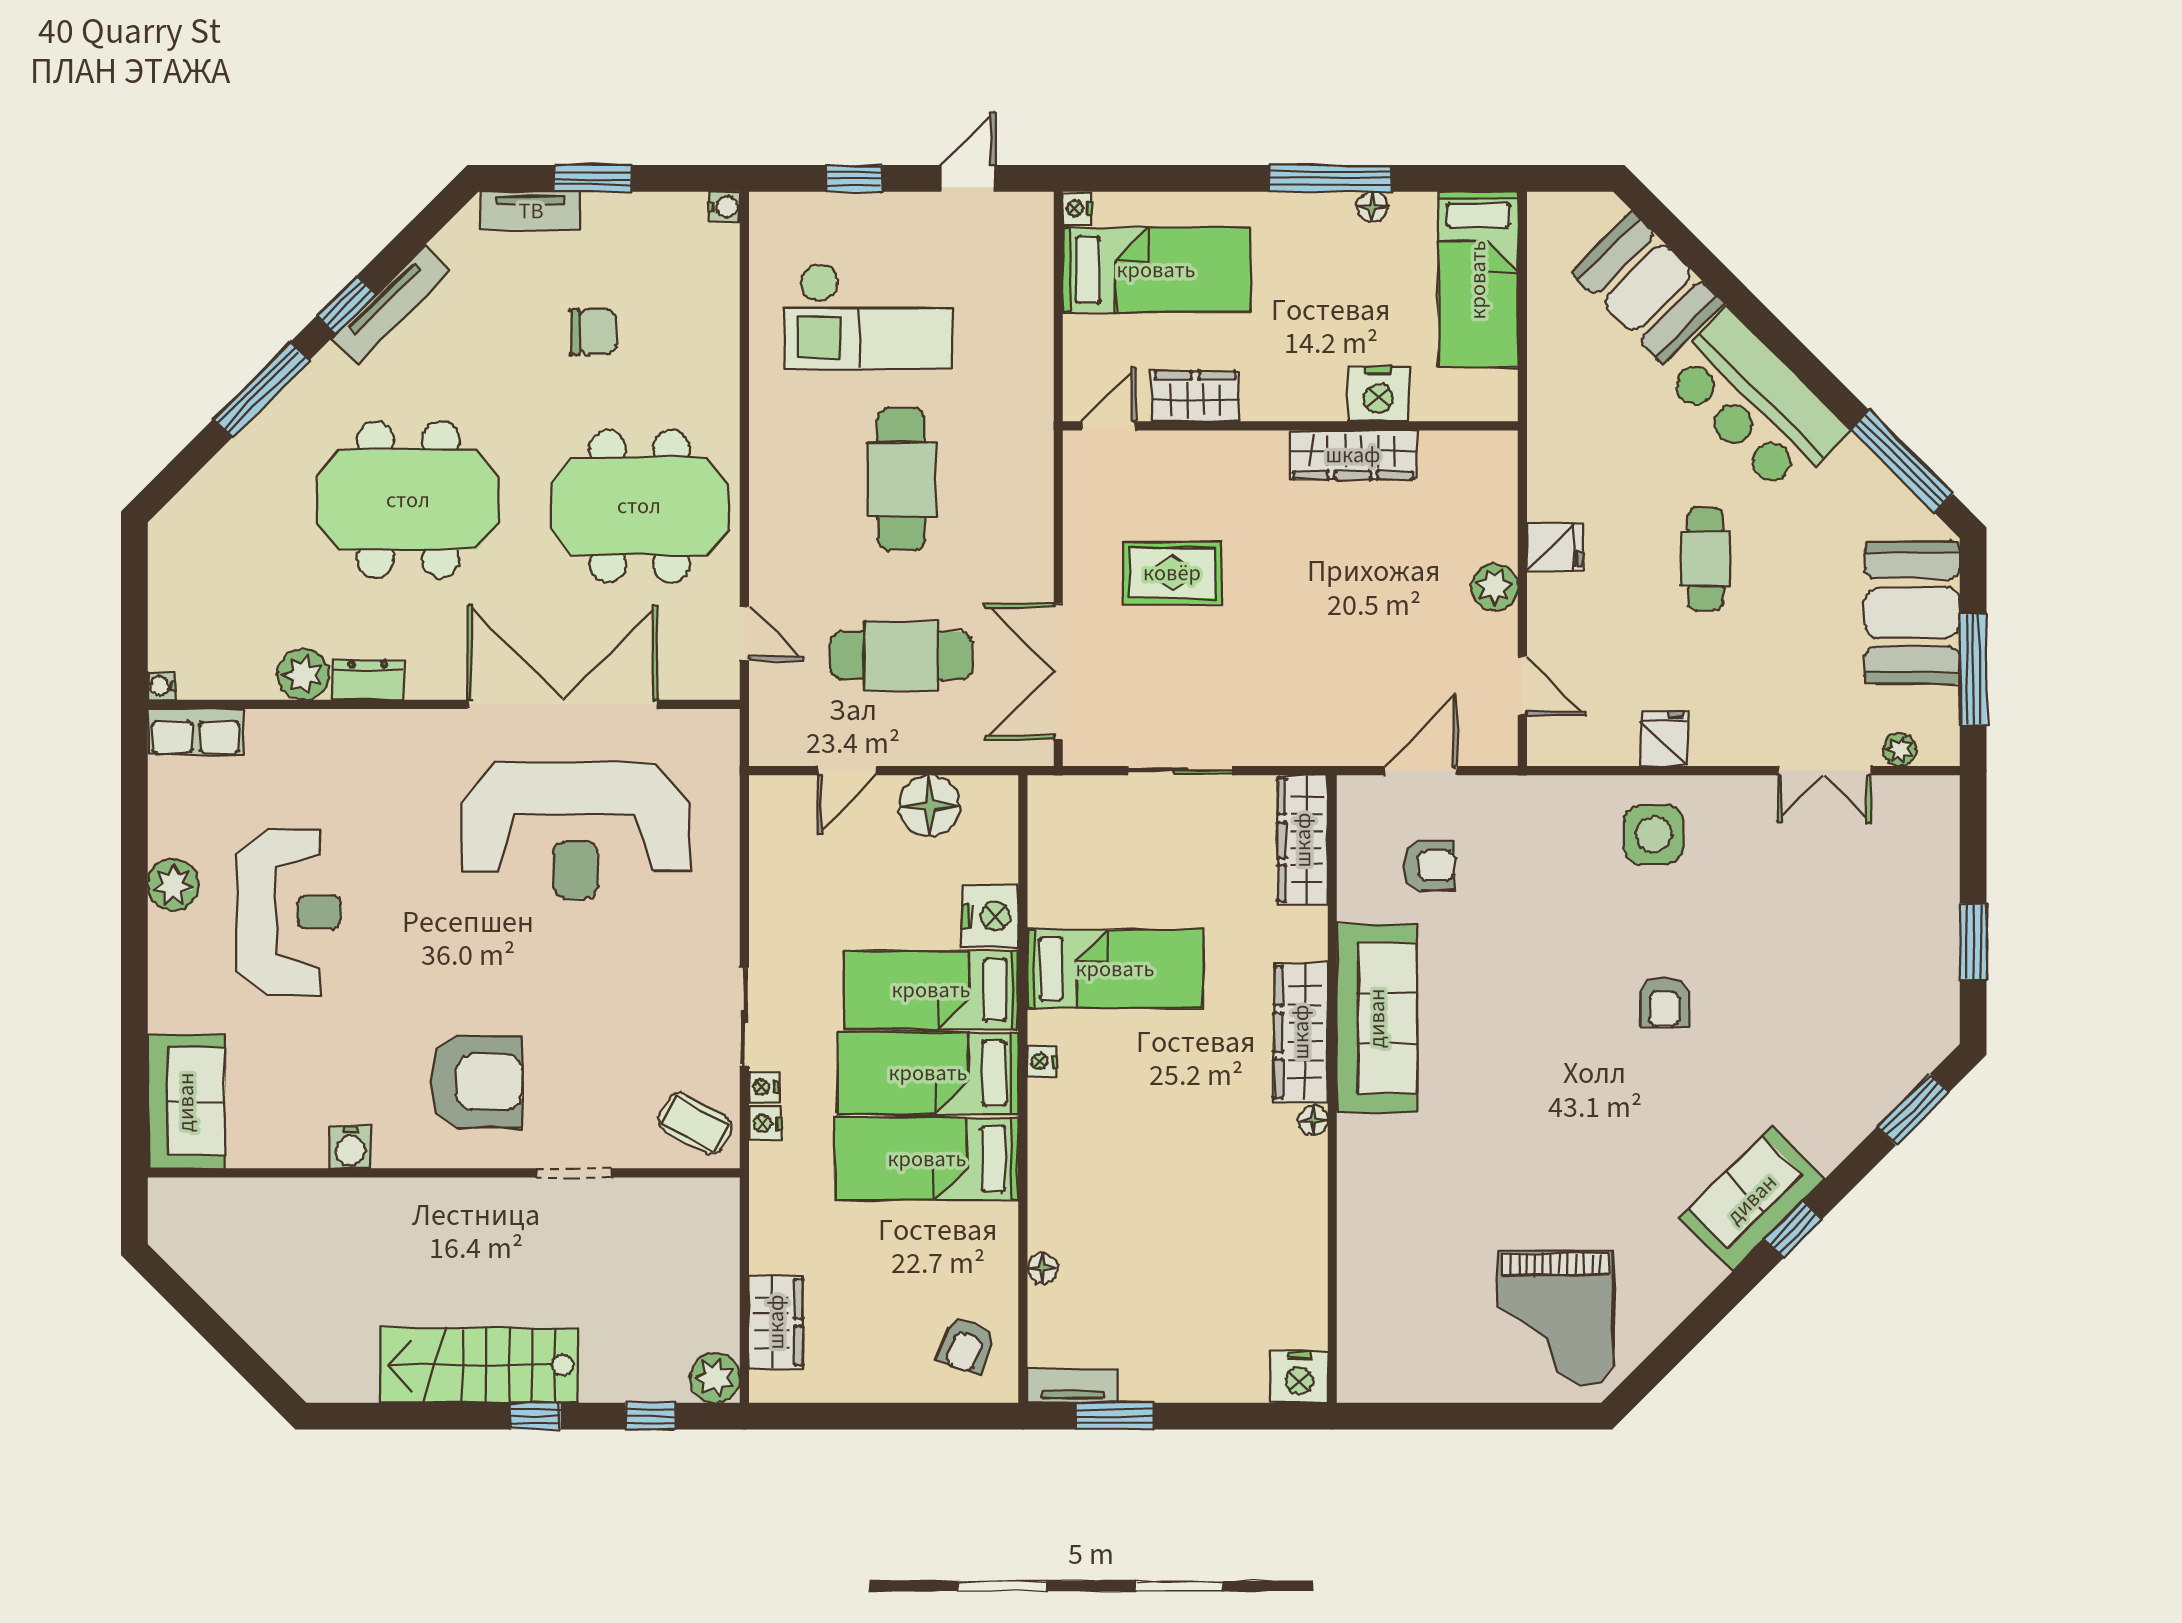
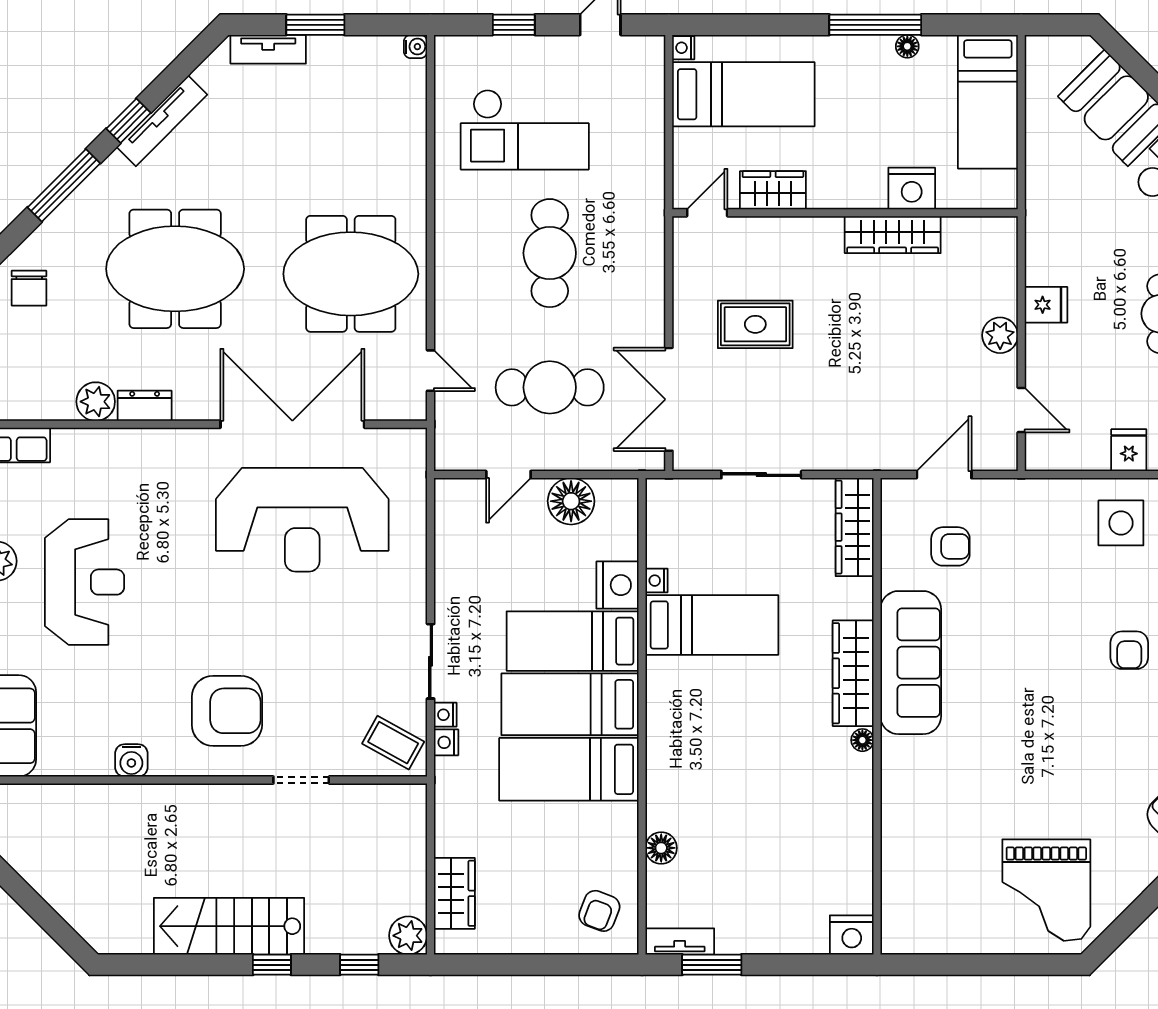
chair: (593, 332) -> (29, 288), moved, turned 90
nightstand: (1042, 1062) -> (656, 581), moved
floor lamp: (1042, 1268) -> (661, 848), width x1.37, depth x1.37

